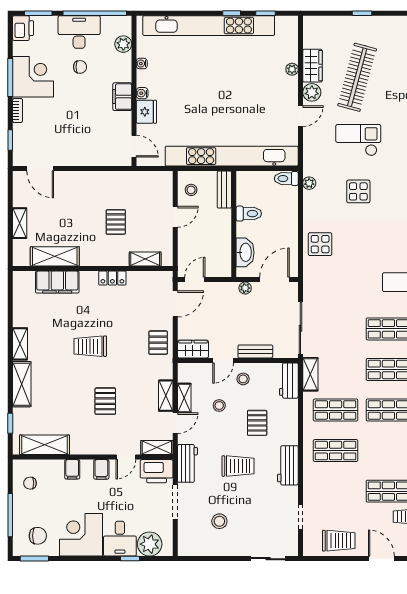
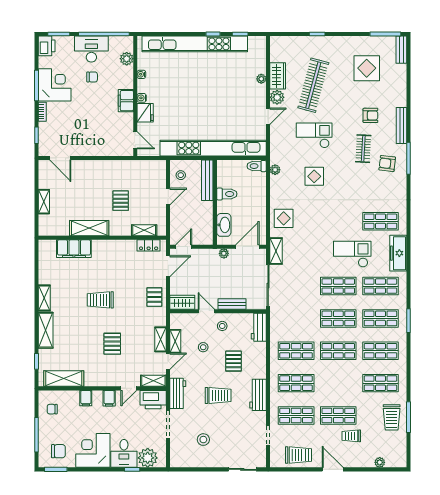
bench: (224, 190) -> (207, 180), width x1.36
shelving: (55, 256) -> (89, 228), moved
locker: (112, 278) -> (149, 245), moved
door: (223, 360) -> (206, 311), swing flipped
shelving: (310, 374) -> (276, 251), moved
shop shelf: (336, 491) -> (296, 416), added

